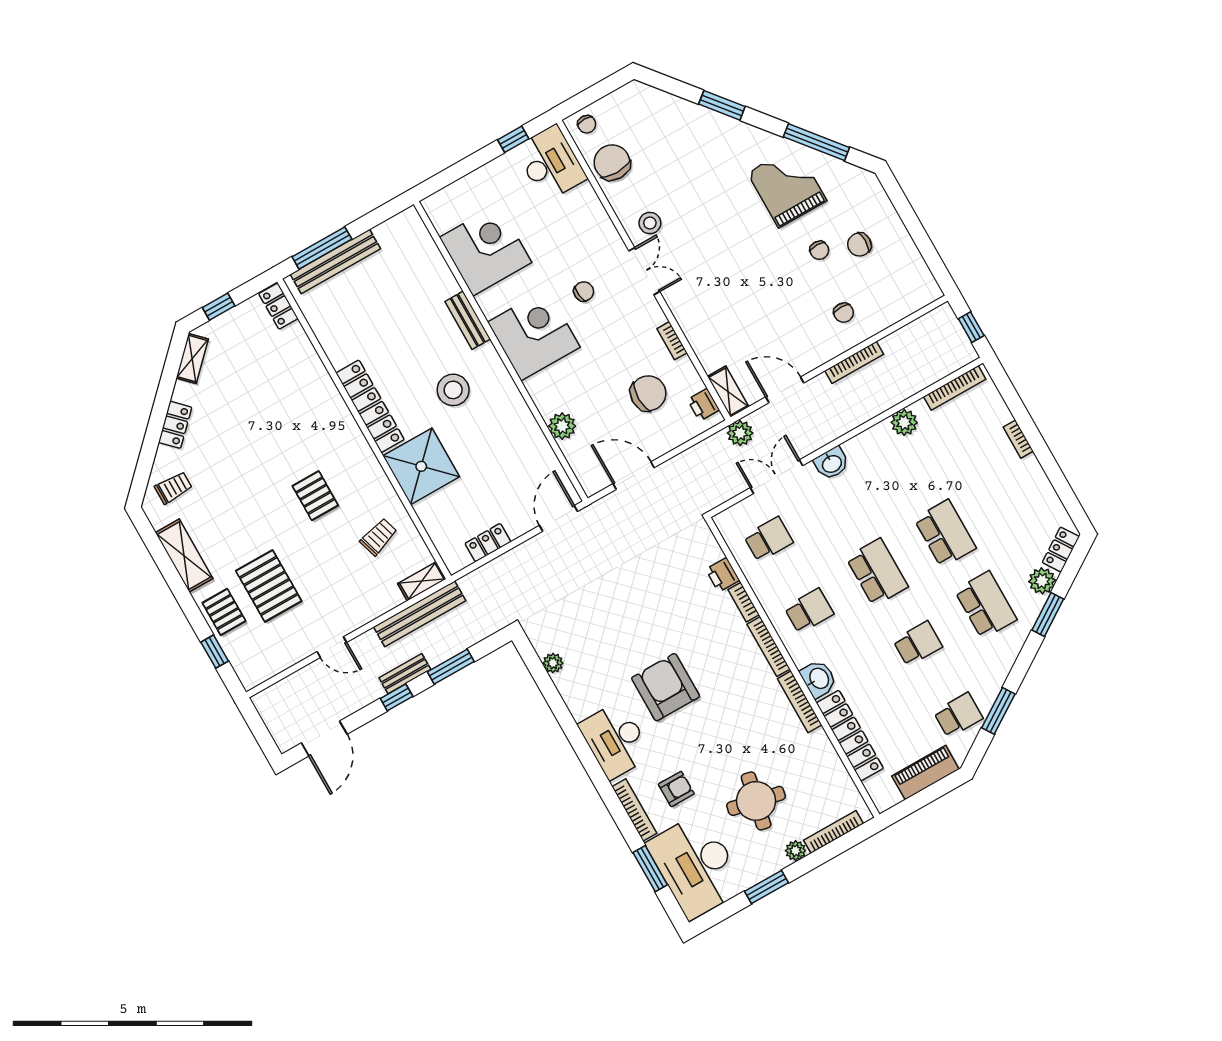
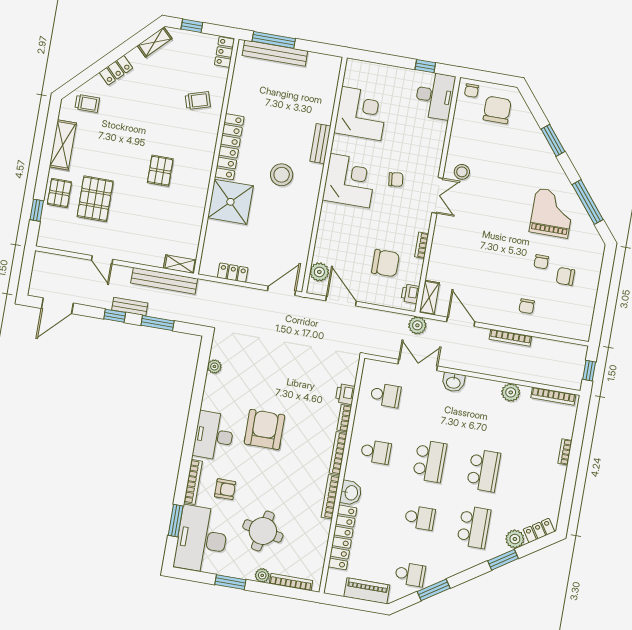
chair: (612, 162) -> (497, 110), moved
plant: (562, 426) -> (319, 272), moved
trolley: (379, 537) -> (198, 101), moved

